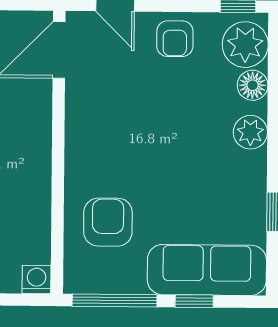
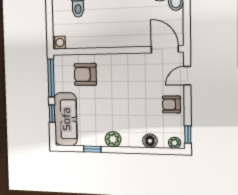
plant: (245, 45) -> (175, 143), width x0.53, depth x0.53
plant: (250, 132) -> (113, 139), moved
armchair: (108, 222) -> (85, 74), turned 180

